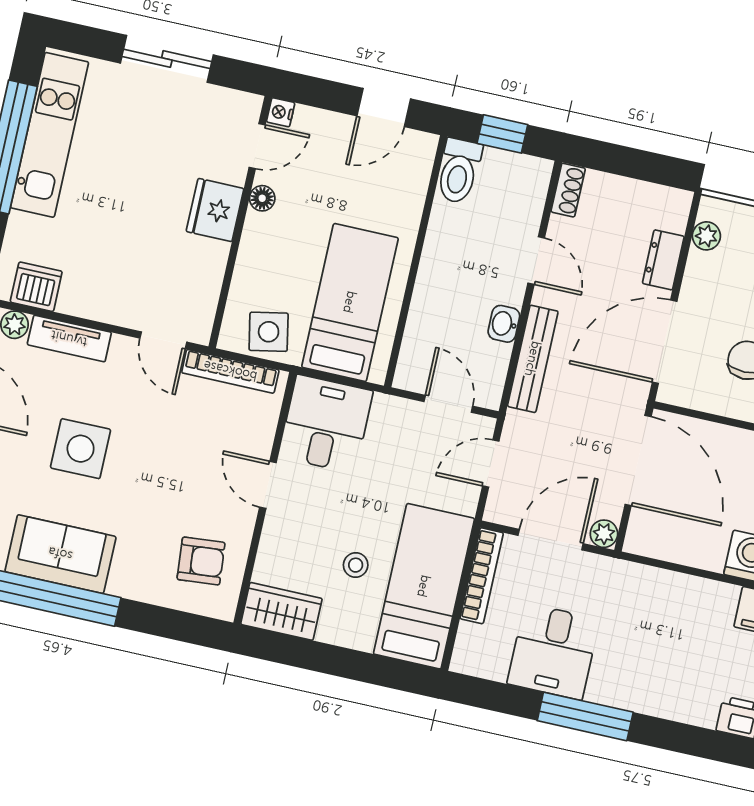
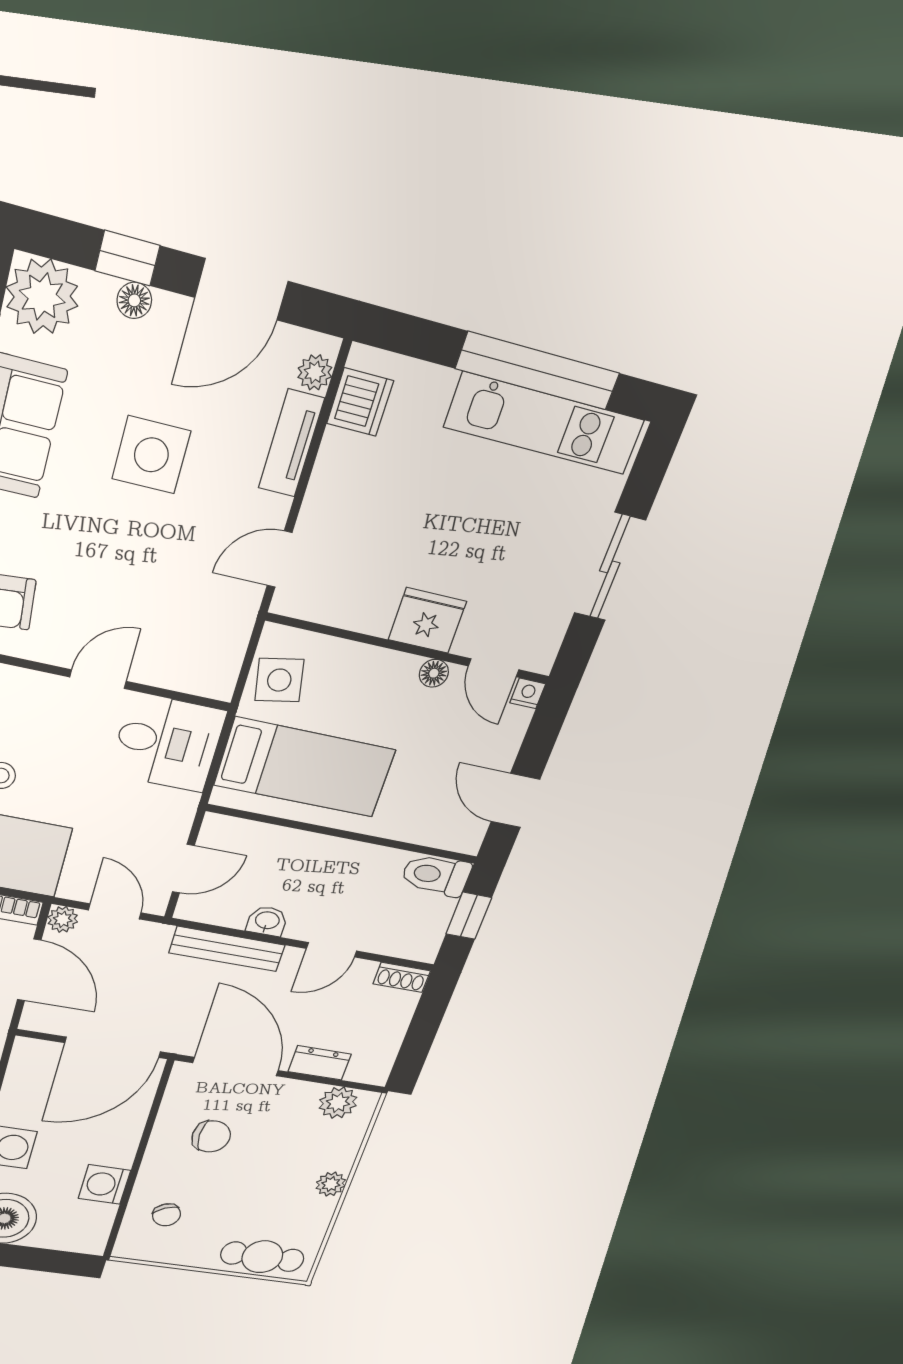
plant: (706, 236) -> (338, 1103), width x1.38, depth x1.38
bookcase: (230, 371) -> (236, 637), removed
plant: (604, 534) -> (63, 919), moved

